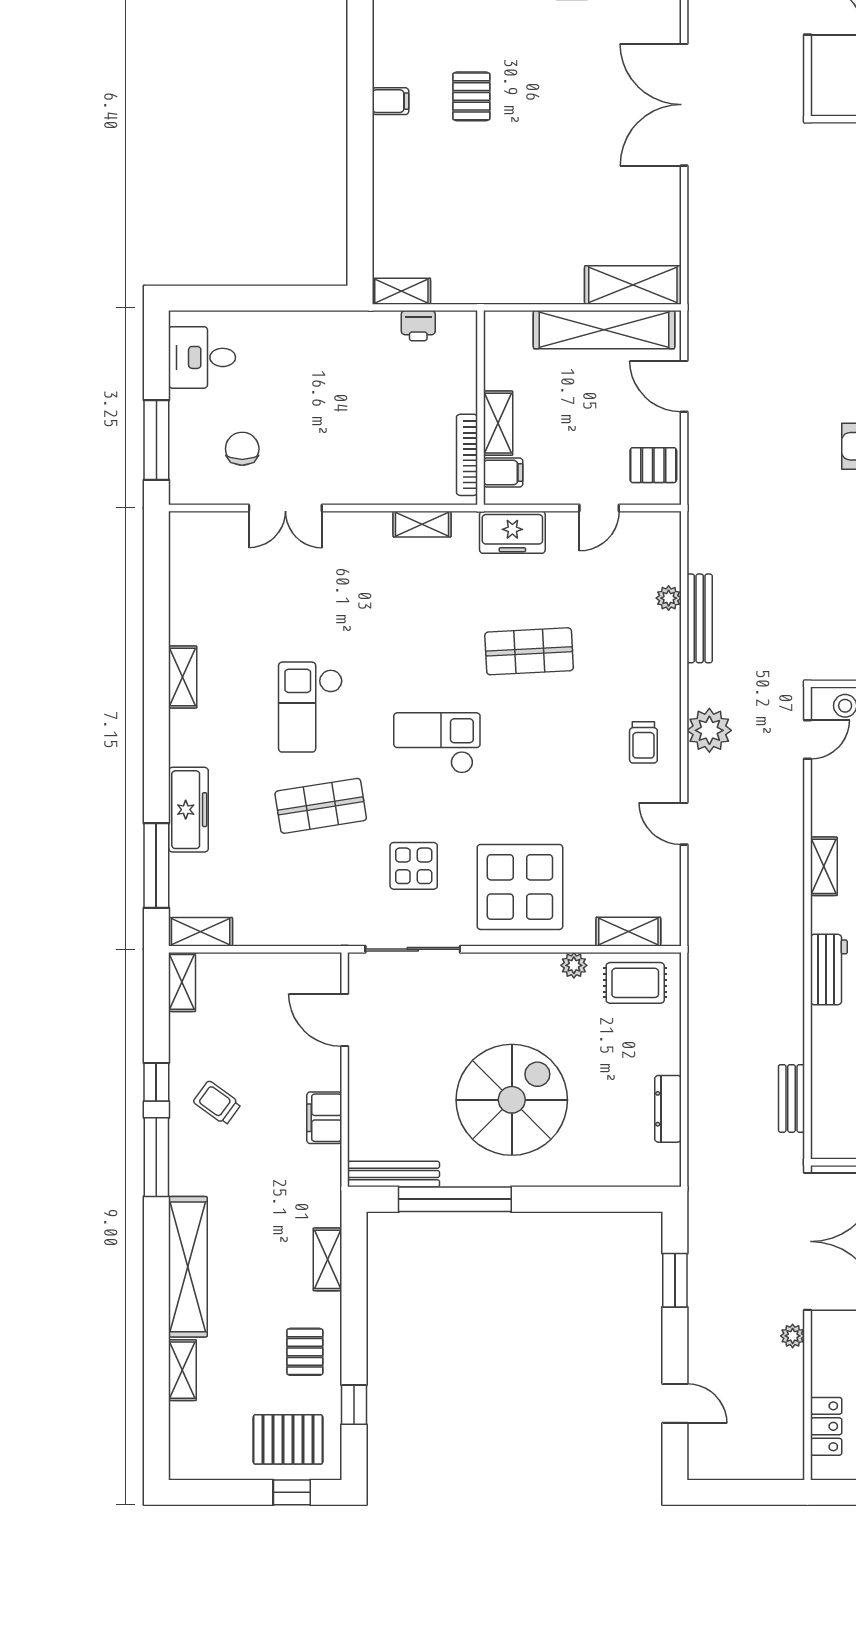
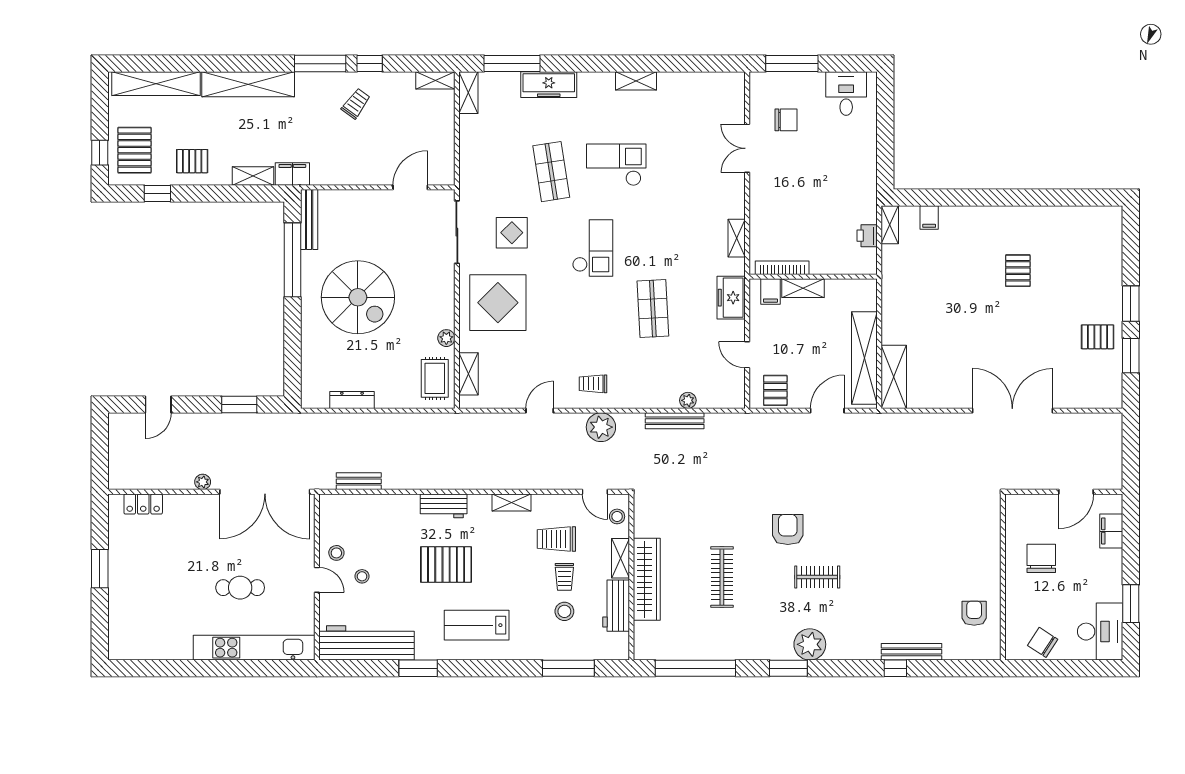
pallet: (471, 96) -> (1018, 271), turned 90
filing cabinet: (391, 101) -> (929, 217), moved
filing cabinet: (324, 1118) -> (292, 174), moved
shelving: (182, 1370) -> (156, 84), width x2.20, depth x1.33

